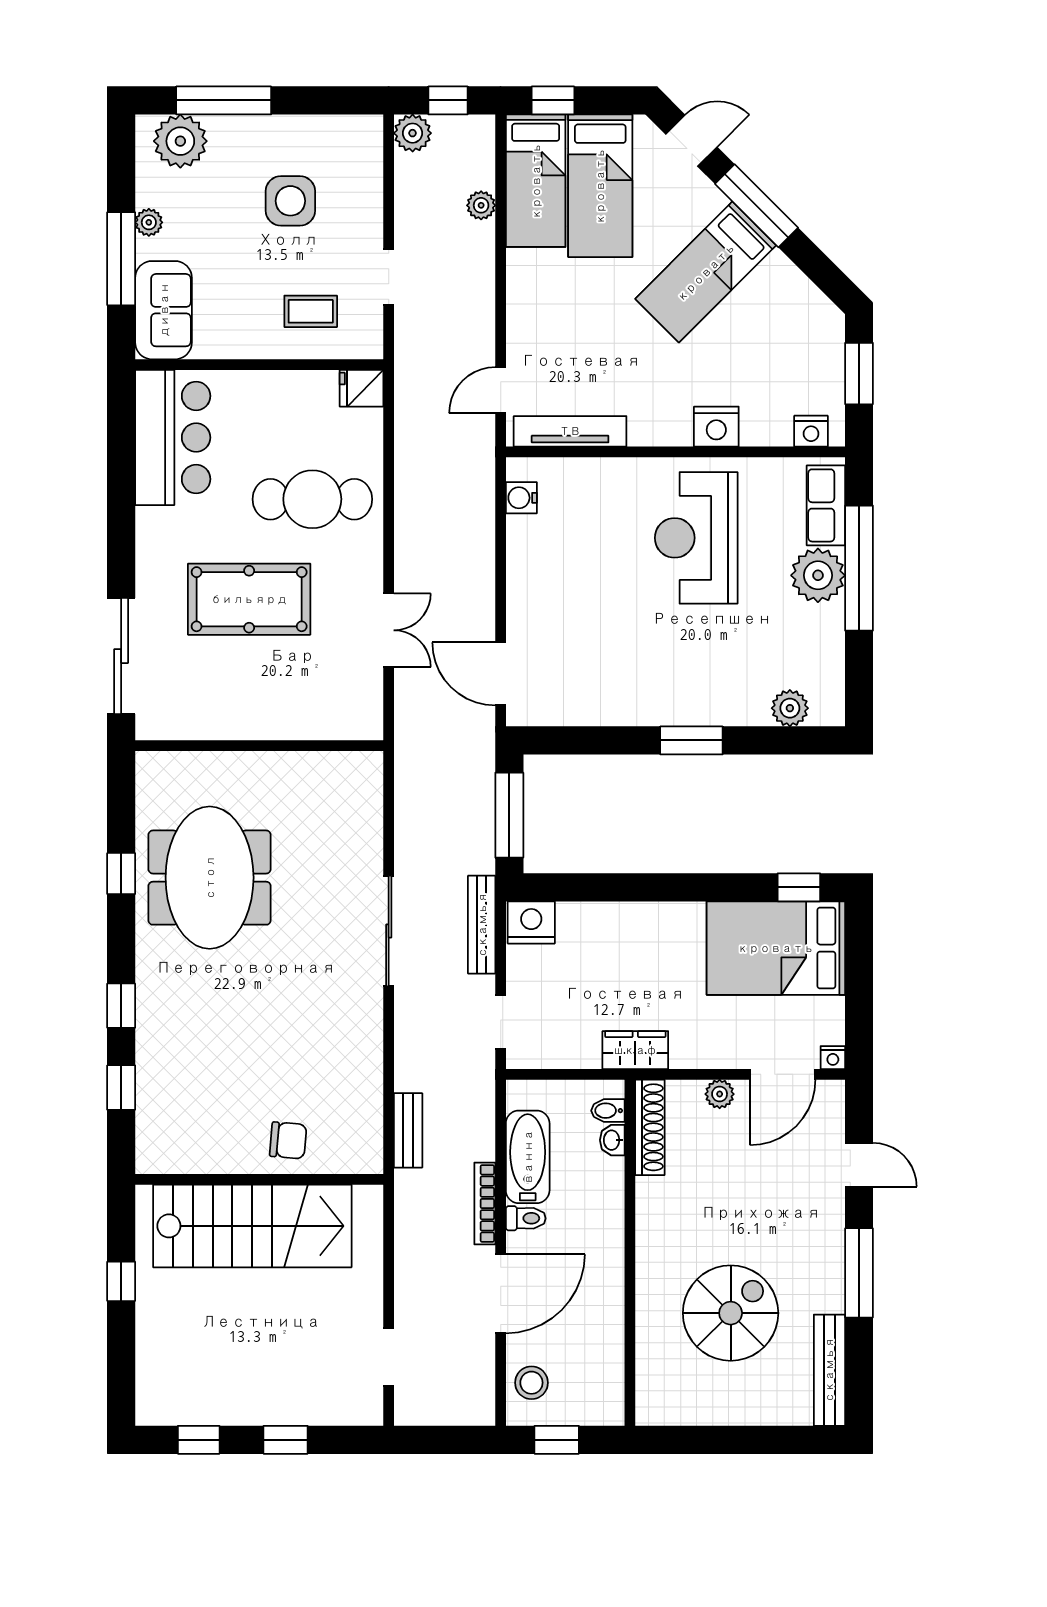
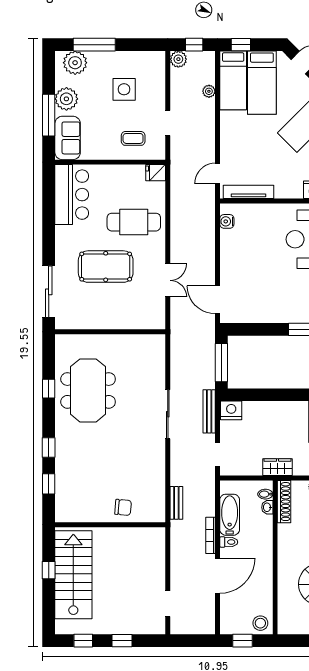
plant: (149, 222) -> (66, 99), width x1.88, depth x1.88
stairs: (252, 1226) -> (73, 575), moved, turned -90
stool: (531, 1383) -> (260, 623), moved

